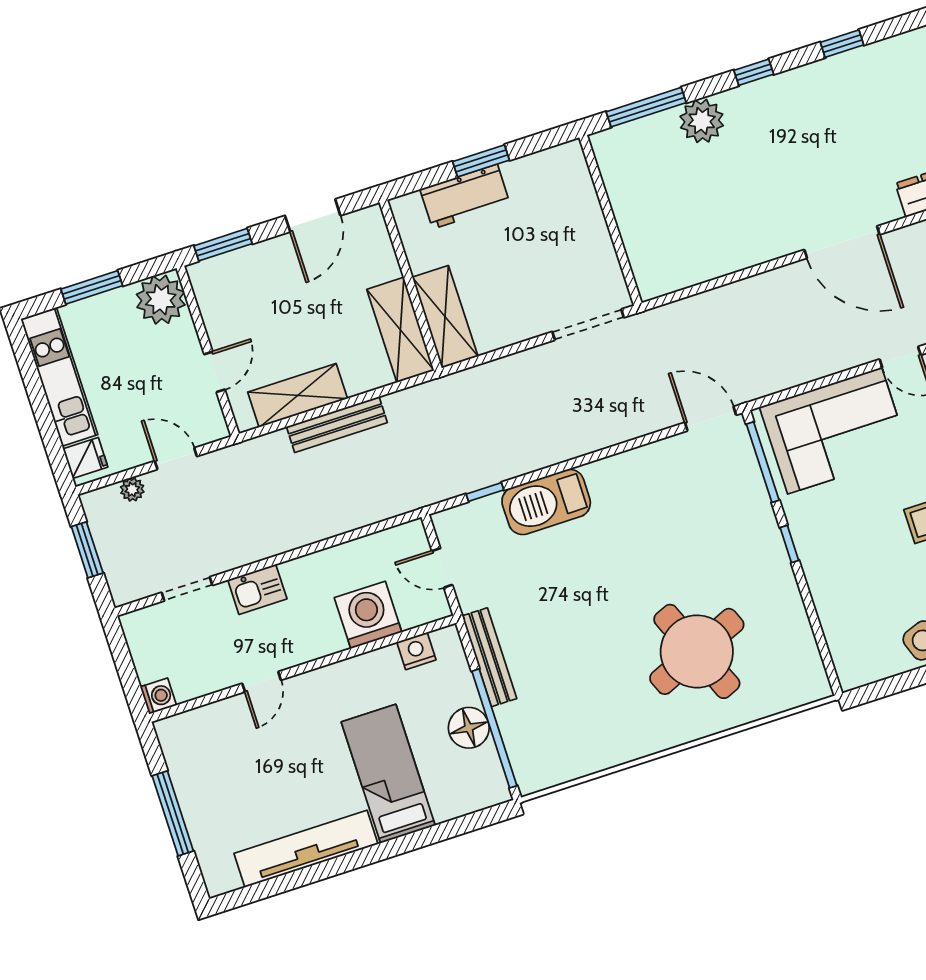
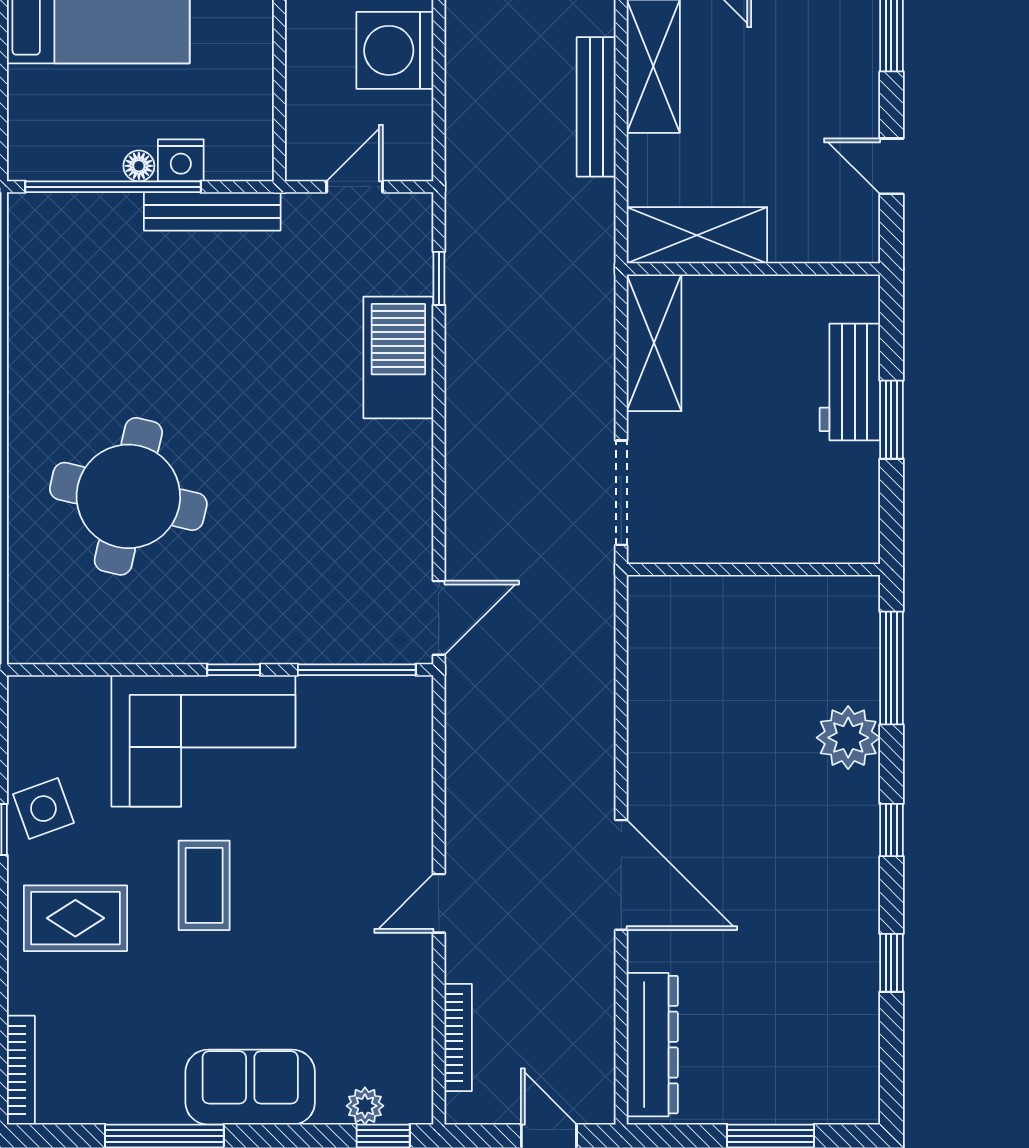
door: (313, 216) -> (891, 166), width x0.73
door: (842, 242) -> (621, 875), swing flipped
shelving: (445, 317) -> (654, 343), moved, turned 90
corner sofa: (835, 431) -> (203, 741), moved, turned -90
washing machine: (368, 615) -> (395, 50), moved, turned 180
nightstand: (416, 651) -> (181, 160), moved, turned 90
round table: (697, 651) -> (128, 496), turned 36
floor lamp: (469, 728) -> (139, 166), width x0.53, depth x0.53

